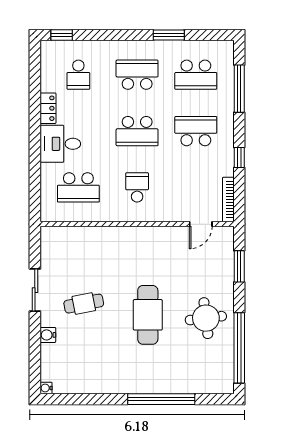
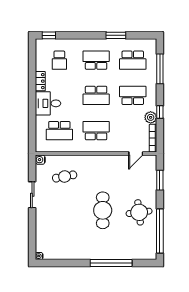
plant: (224, 166) -> (151, 117), added
school desk: (137, 187) -> (96, 131), width x1.85
cafe table: (84, 304) -> (65, 176), moved
water cooler: (48, 335) -> (40, 160), moved

